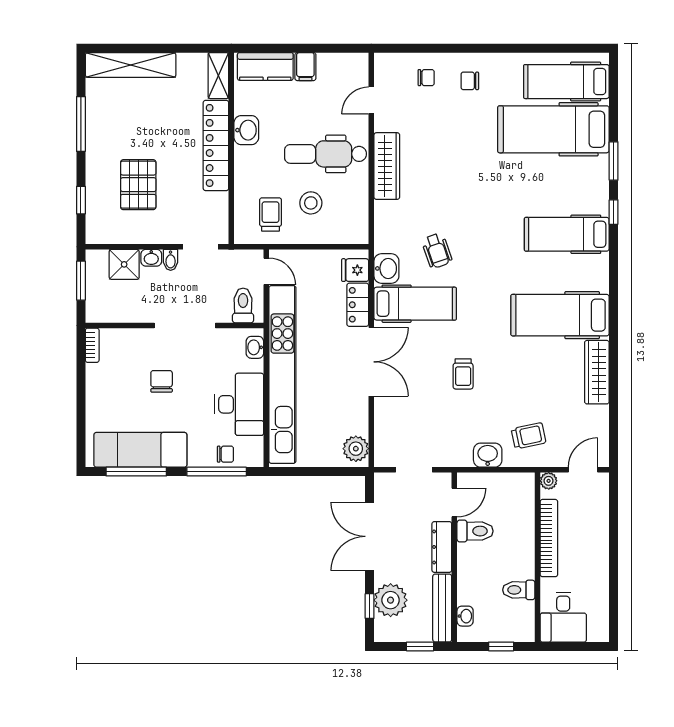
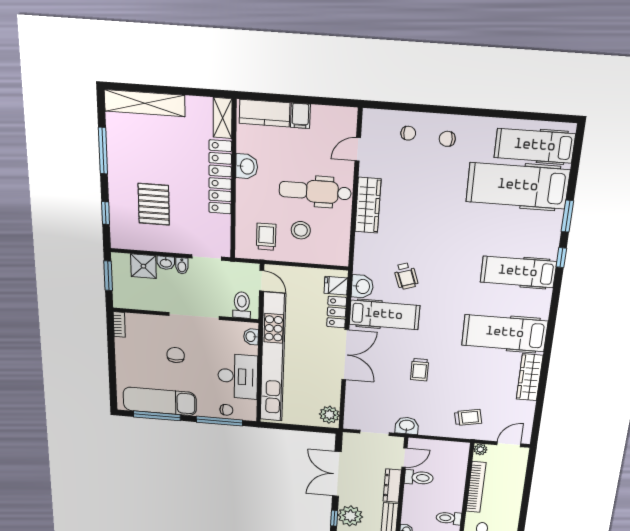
washbasin: (488, 455) -> (407, 426), moved

